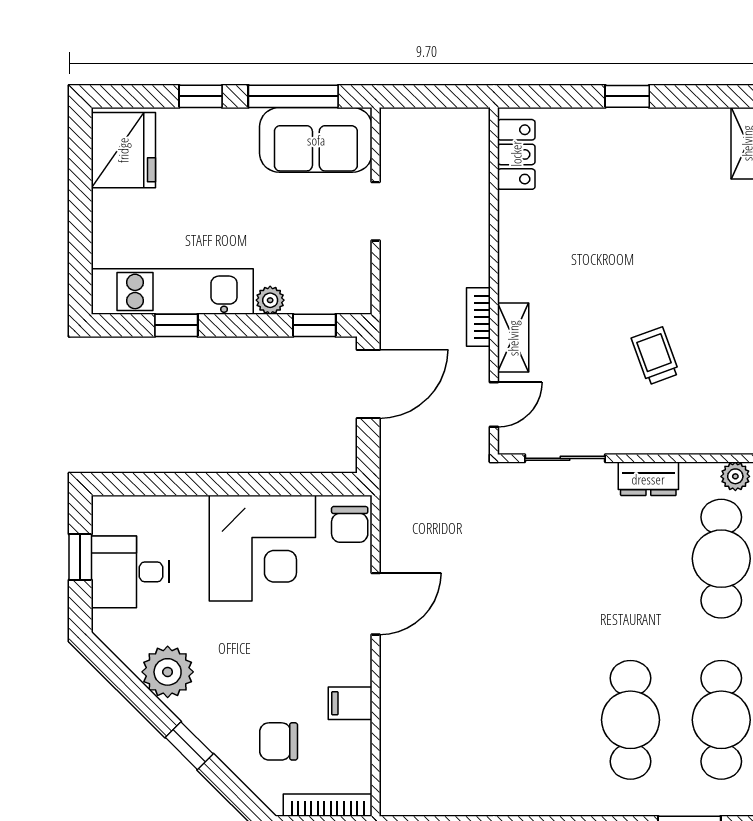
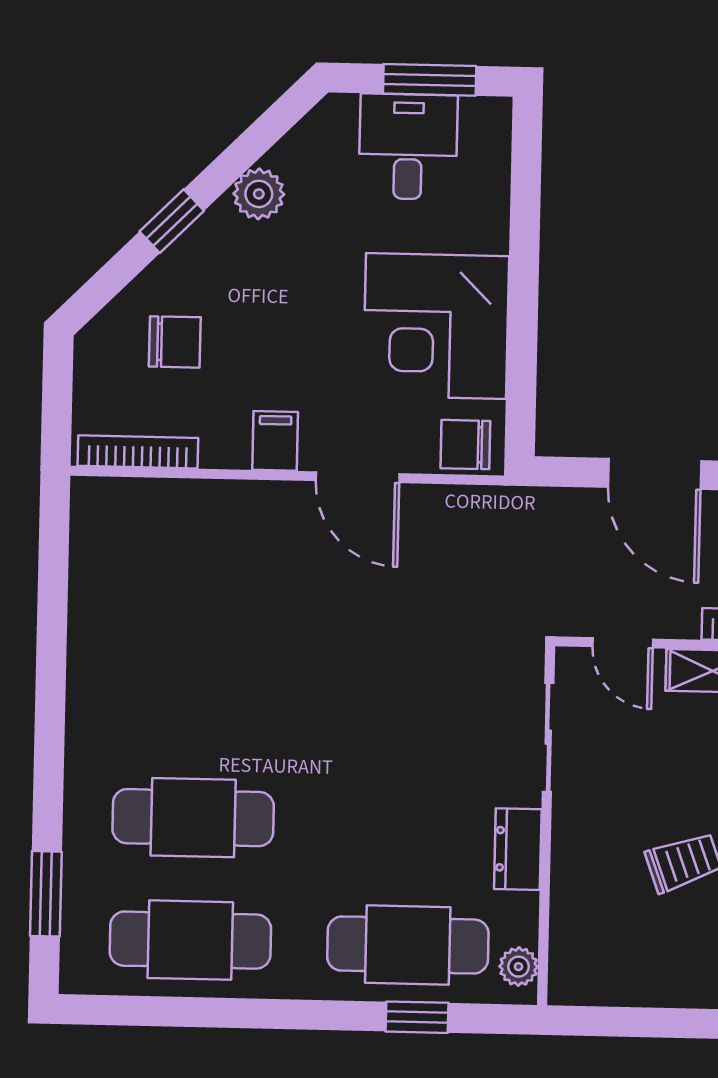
window: (80, 557) -> (430, 80), width x1.50
plant: (168, 672) -> (259, 194), width x0.73, depth x0.73
filing cabinet: (350, 703) -> (275, 441), moved
chair: (279, 741) -> (175, 342), turned 90
bookcase: (328, 805) -> (138, 452), moved, turned -90

